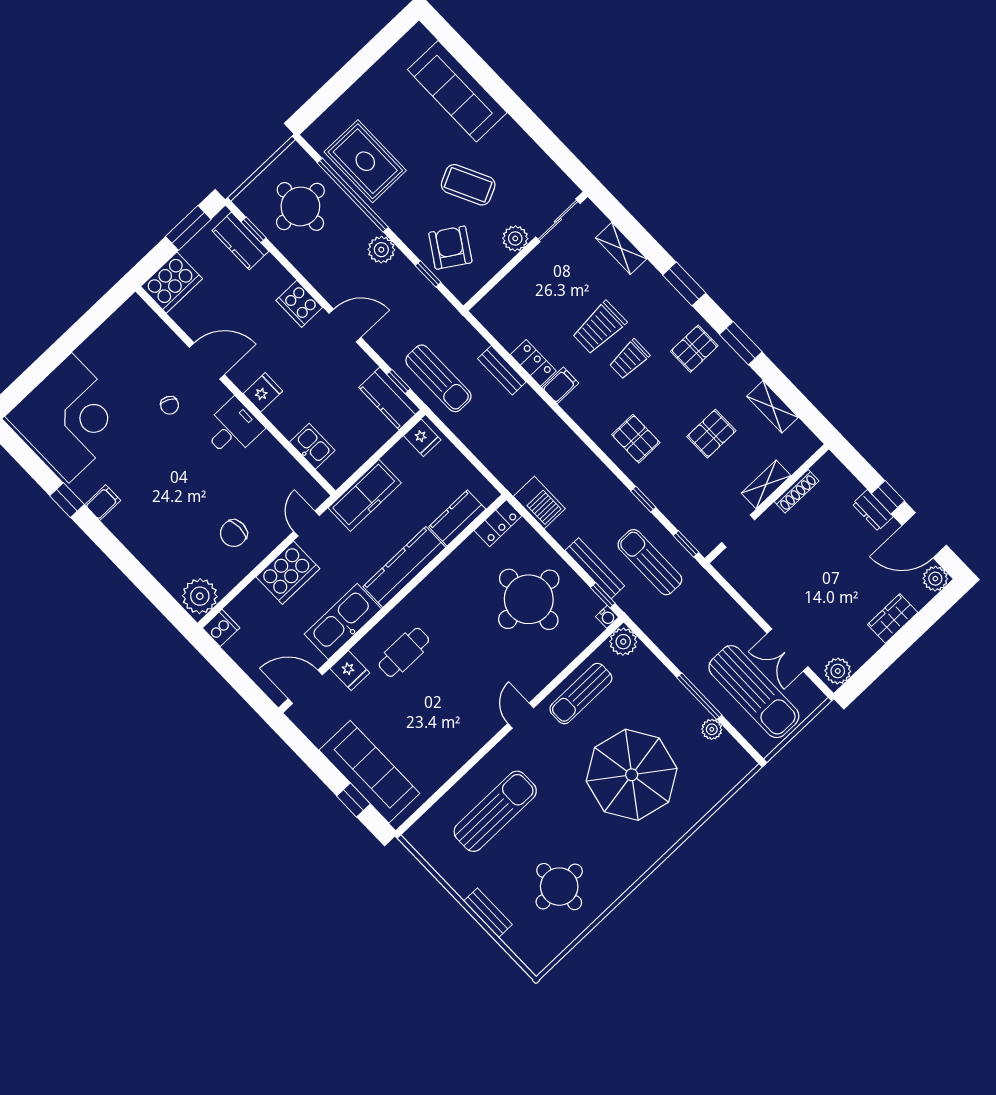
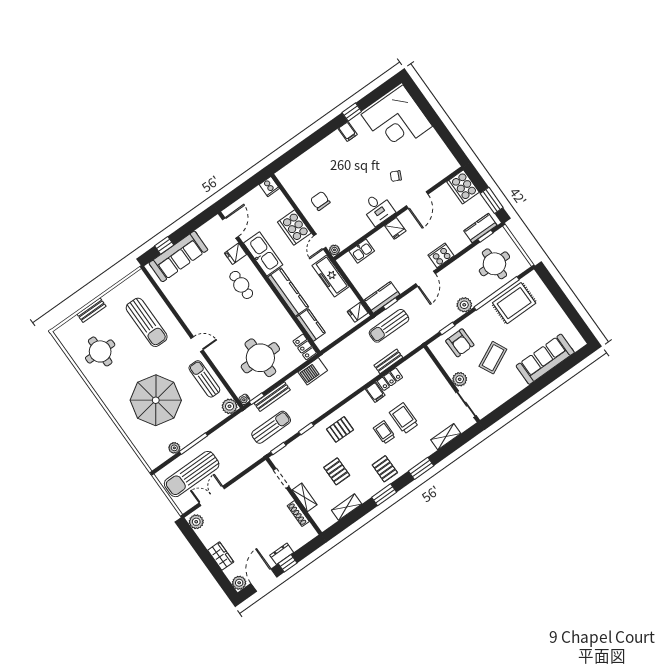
armchair: (450, 248) -> (460, 343), turned 56
door: (306, 523) -> (320, 242), swing flipped
plant: (200, 596) -> (334, 250), moved, width x0.53, depth x0.53

